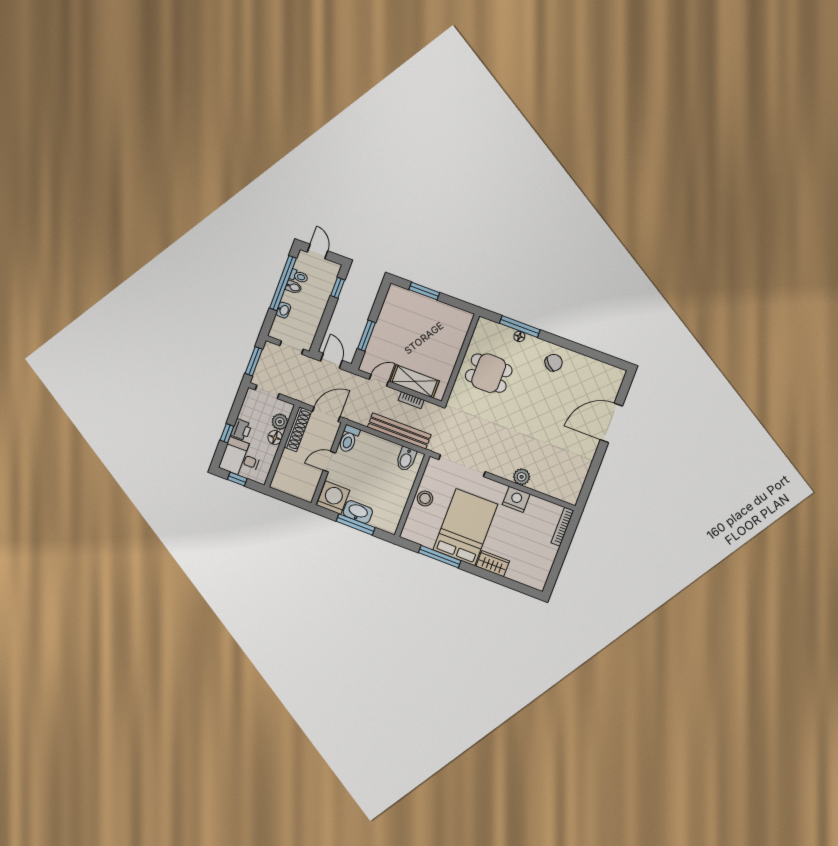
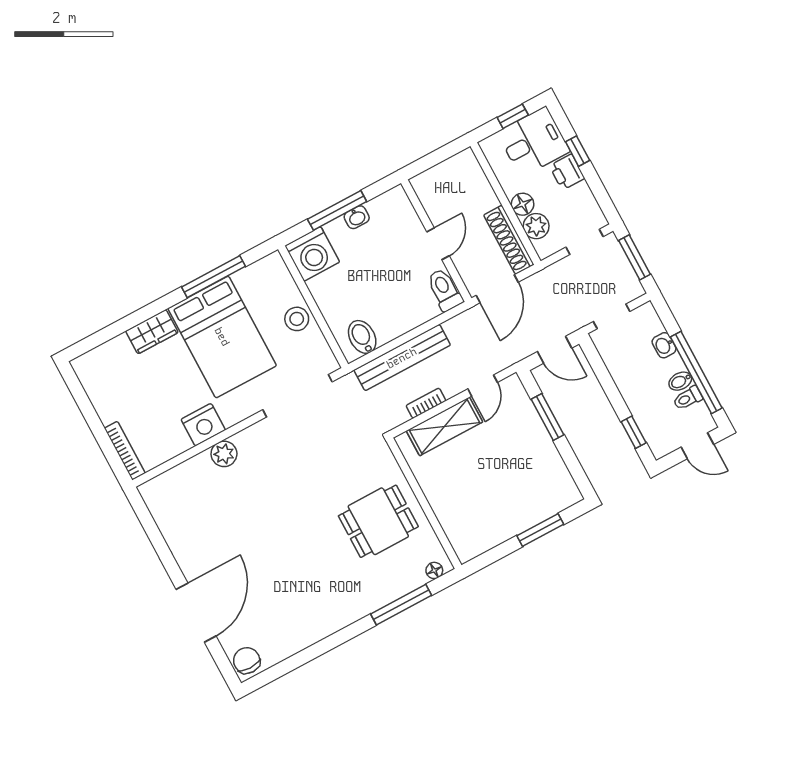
floor lamp: (519, 336) -> (434, 570), moved
chair: (554, 363) -> (247, 660), moved, turned 138
washing machine: (333, 498) -> (312, 254), moved
washbasin: (358, 512) -> (357, 217), width x0.52, depth x0.69

